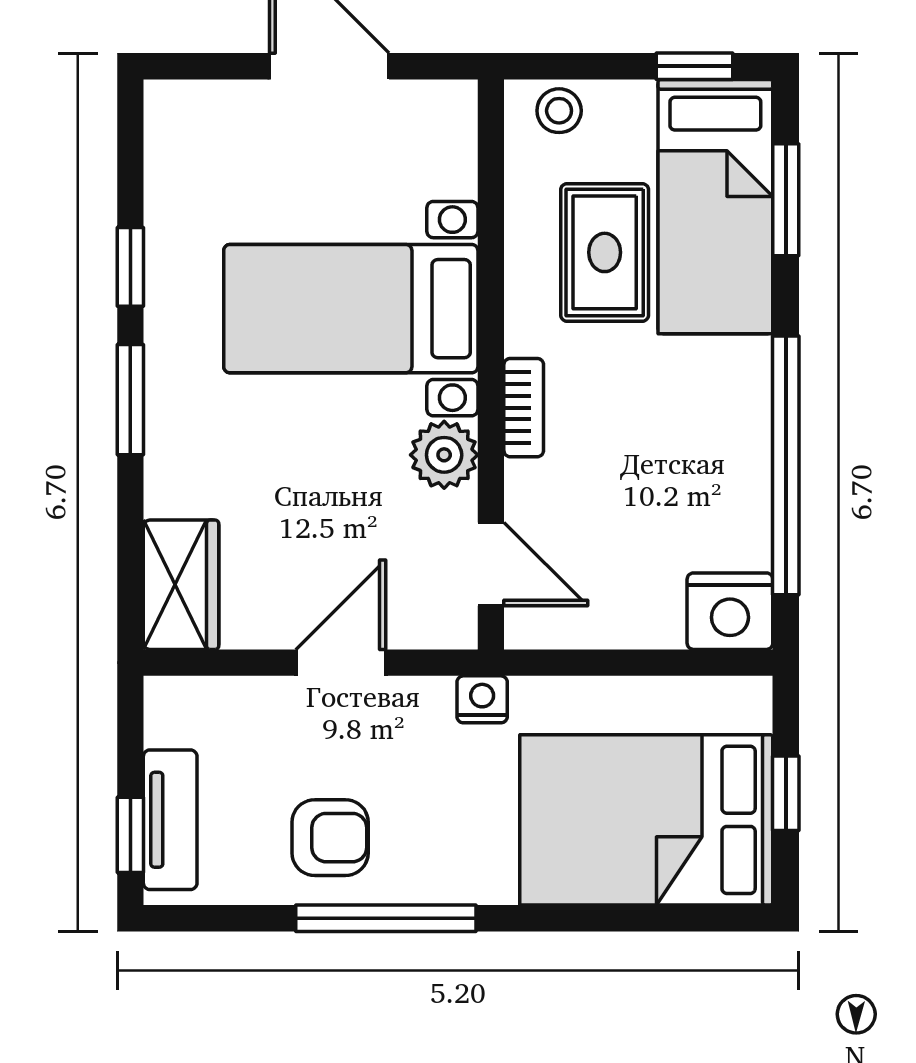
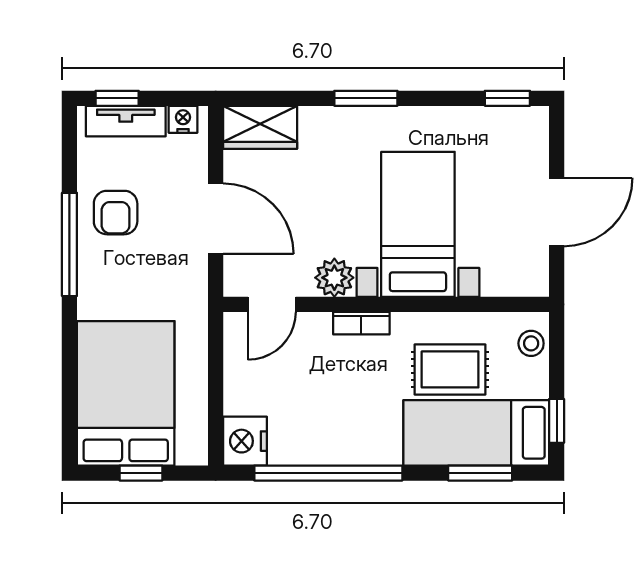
window: (130, 267) -> (507, 98), moved
door: (341, 663) -> (216, 219), width x1.38
nightstand: (482, 699) -> (183, 119), moved, turned -90

